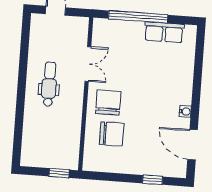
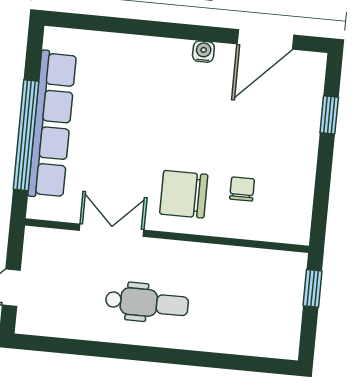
row of seats: (164, 32) -> (52, 125), width x2.02
dental chair: (49, 84) -> (147, 303), turned 180
chair: (112, 134) -> (242, 189), width x0.54, depth x0.54

